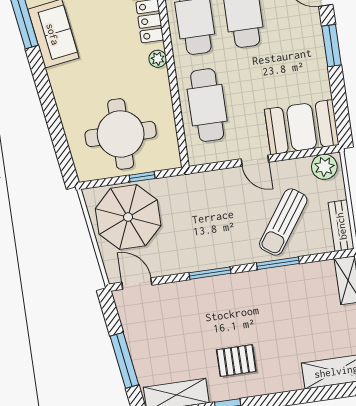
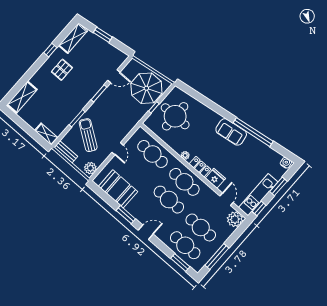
booth: (302, 127) -> (118, 189), moved, turned 90
door: (255, 161) -> (118, 149), swing flipped
door: (137, 284) -> (114, 76), moved
window: (124, 360) -> (103, 35), width x0.69

